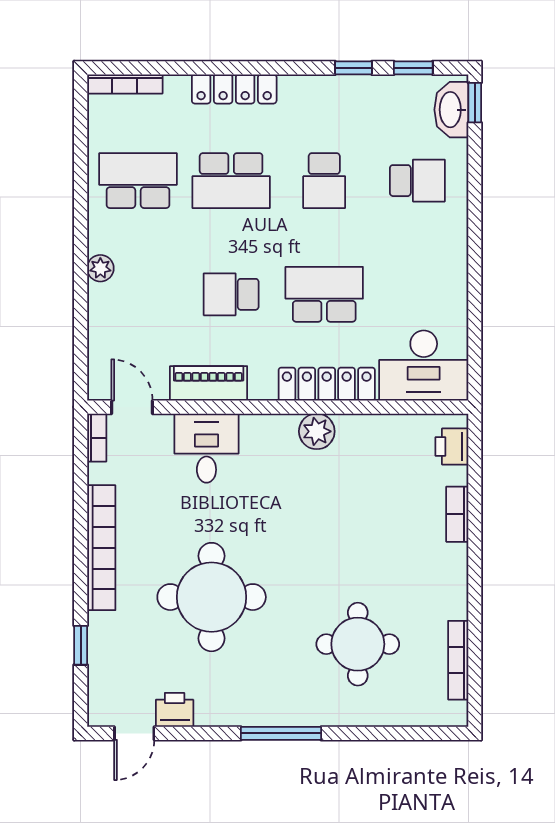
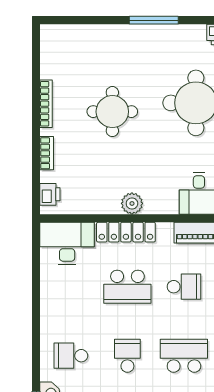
round table: (358, 644) -> (112, 112), moved
bookcase: (458, 660) -> (46, 104), moved

